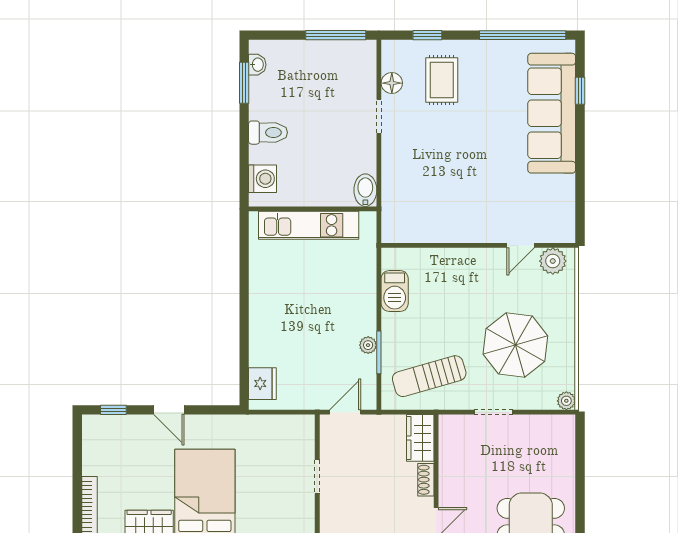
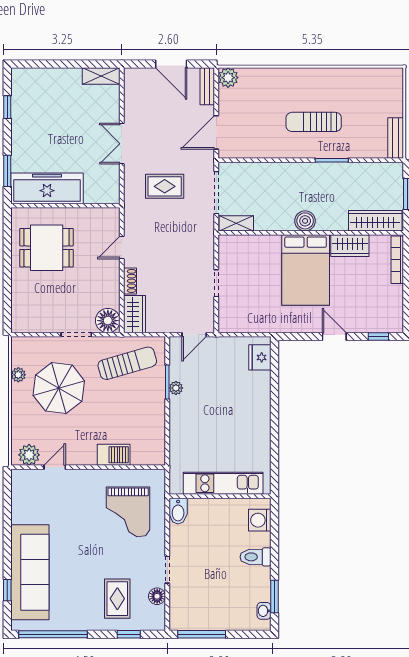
grand piano: (428, 189) -> (128, 512), added
barbecue: (395, 291) -> (114, 455), moved, turned 90
plant: (566, 401) -> (18, 375), moved
floor lamp: (454, 430) -> (108, 321), added

